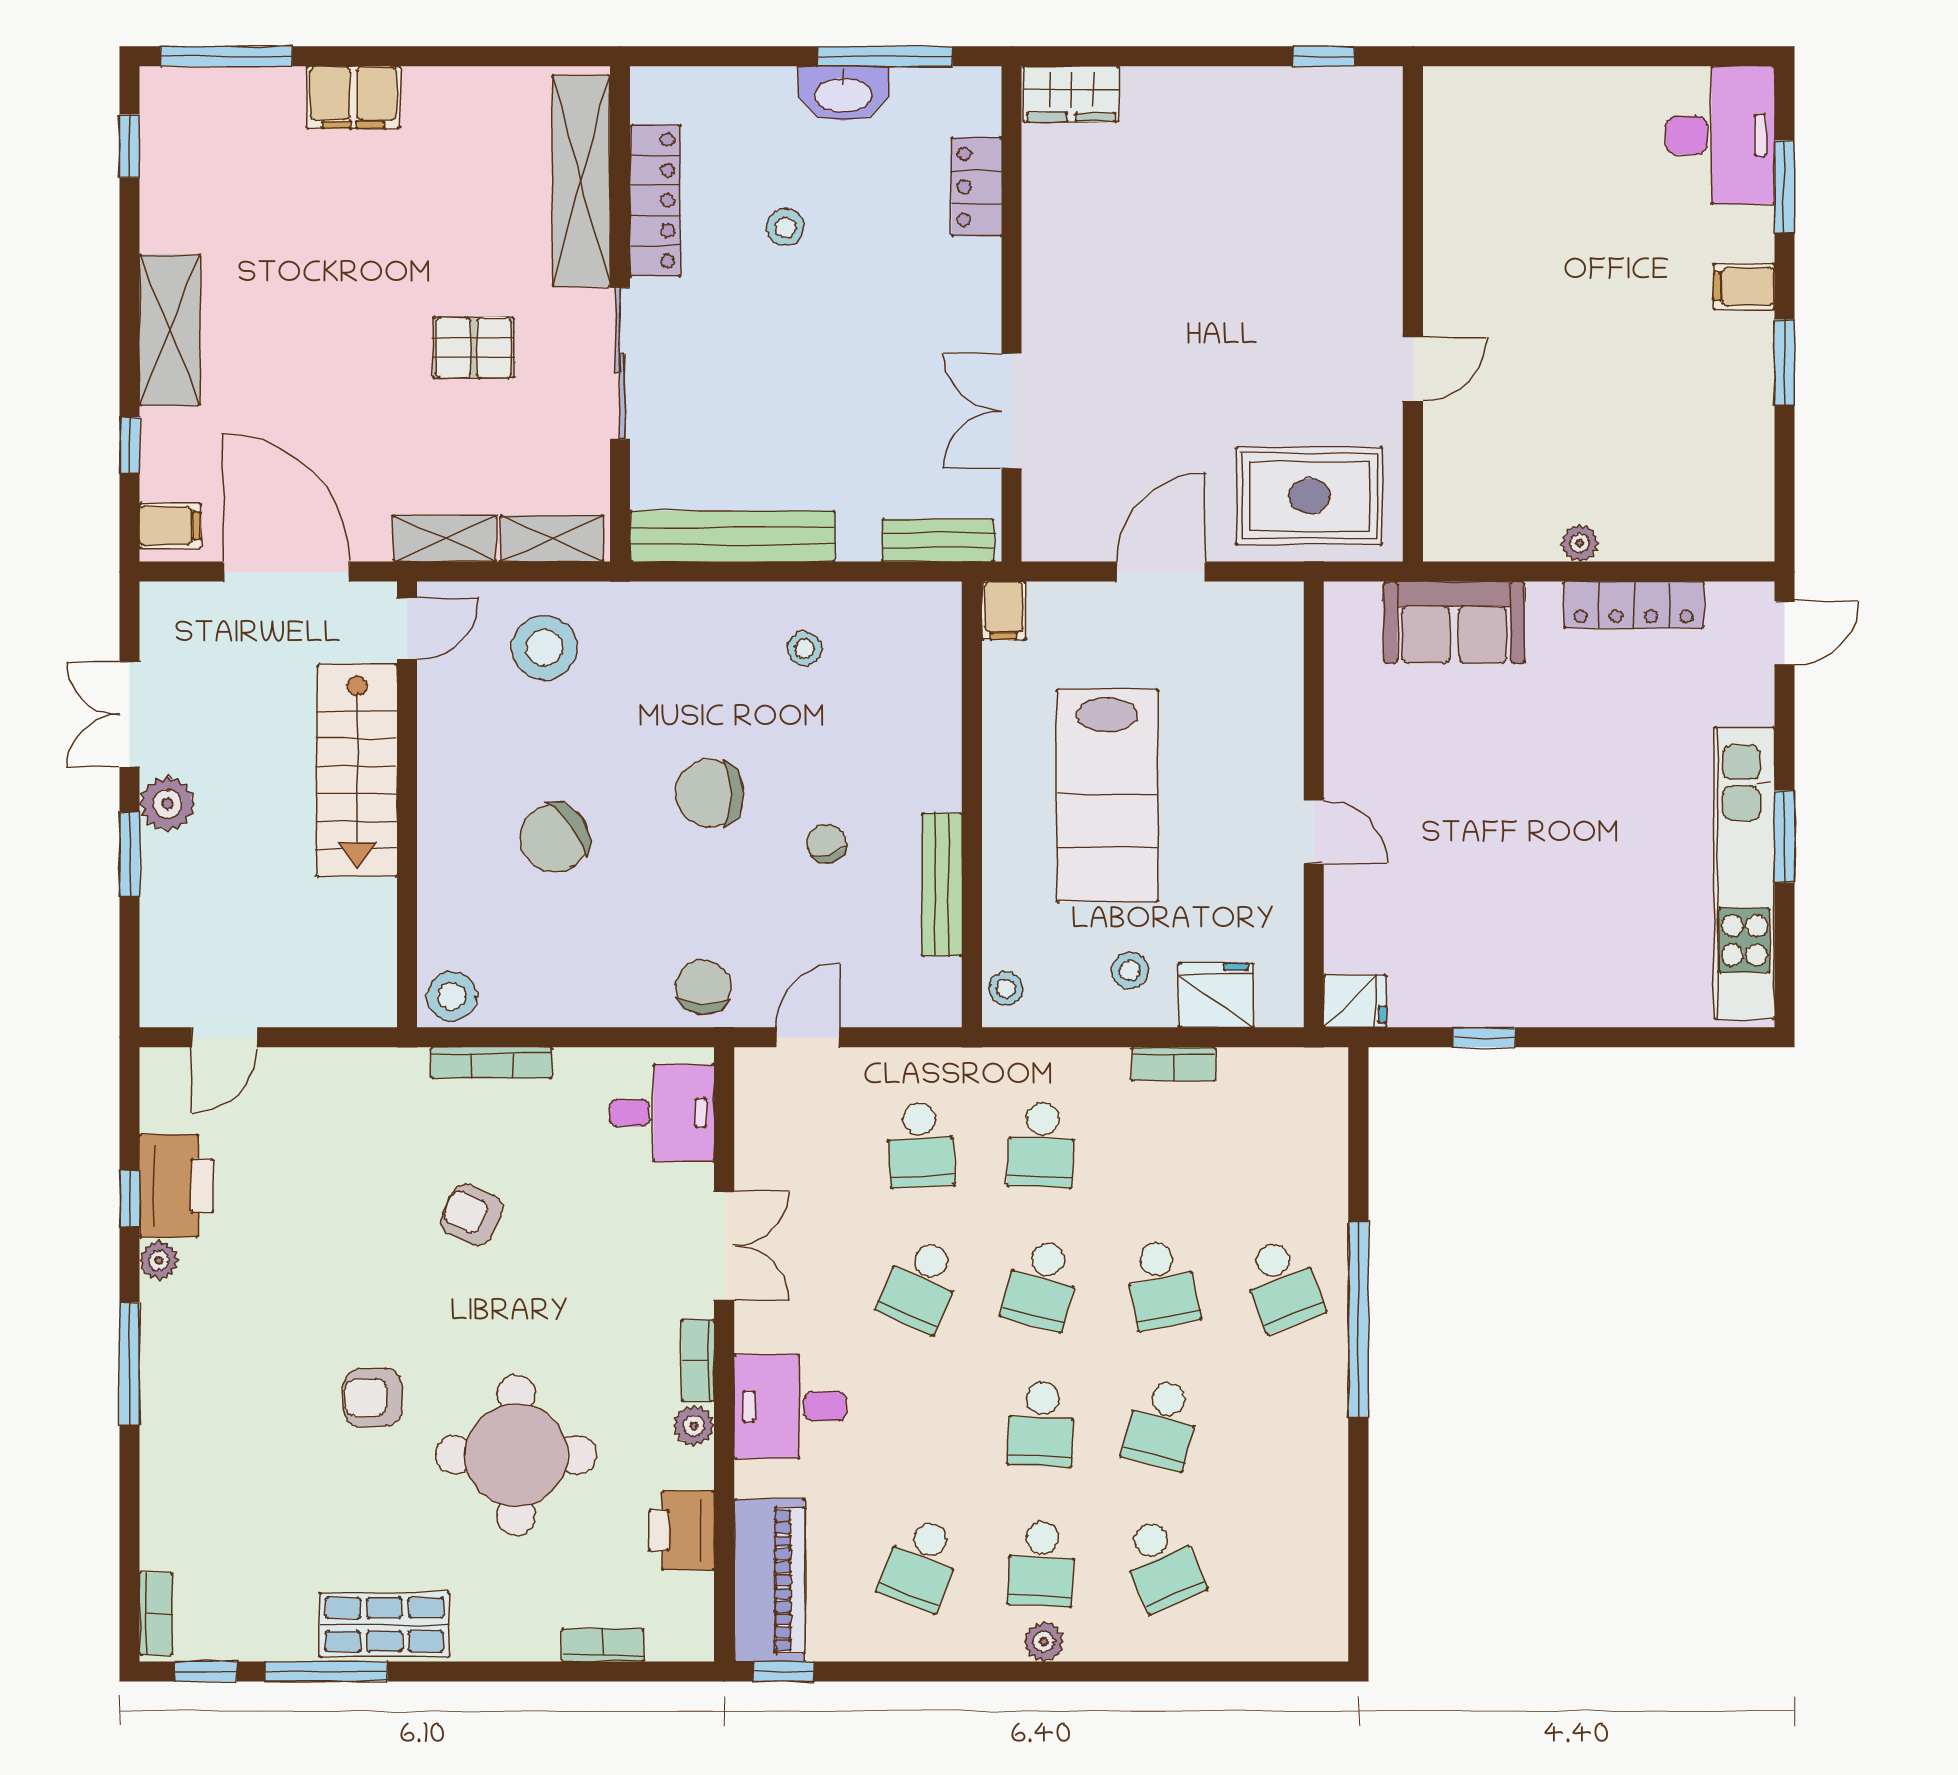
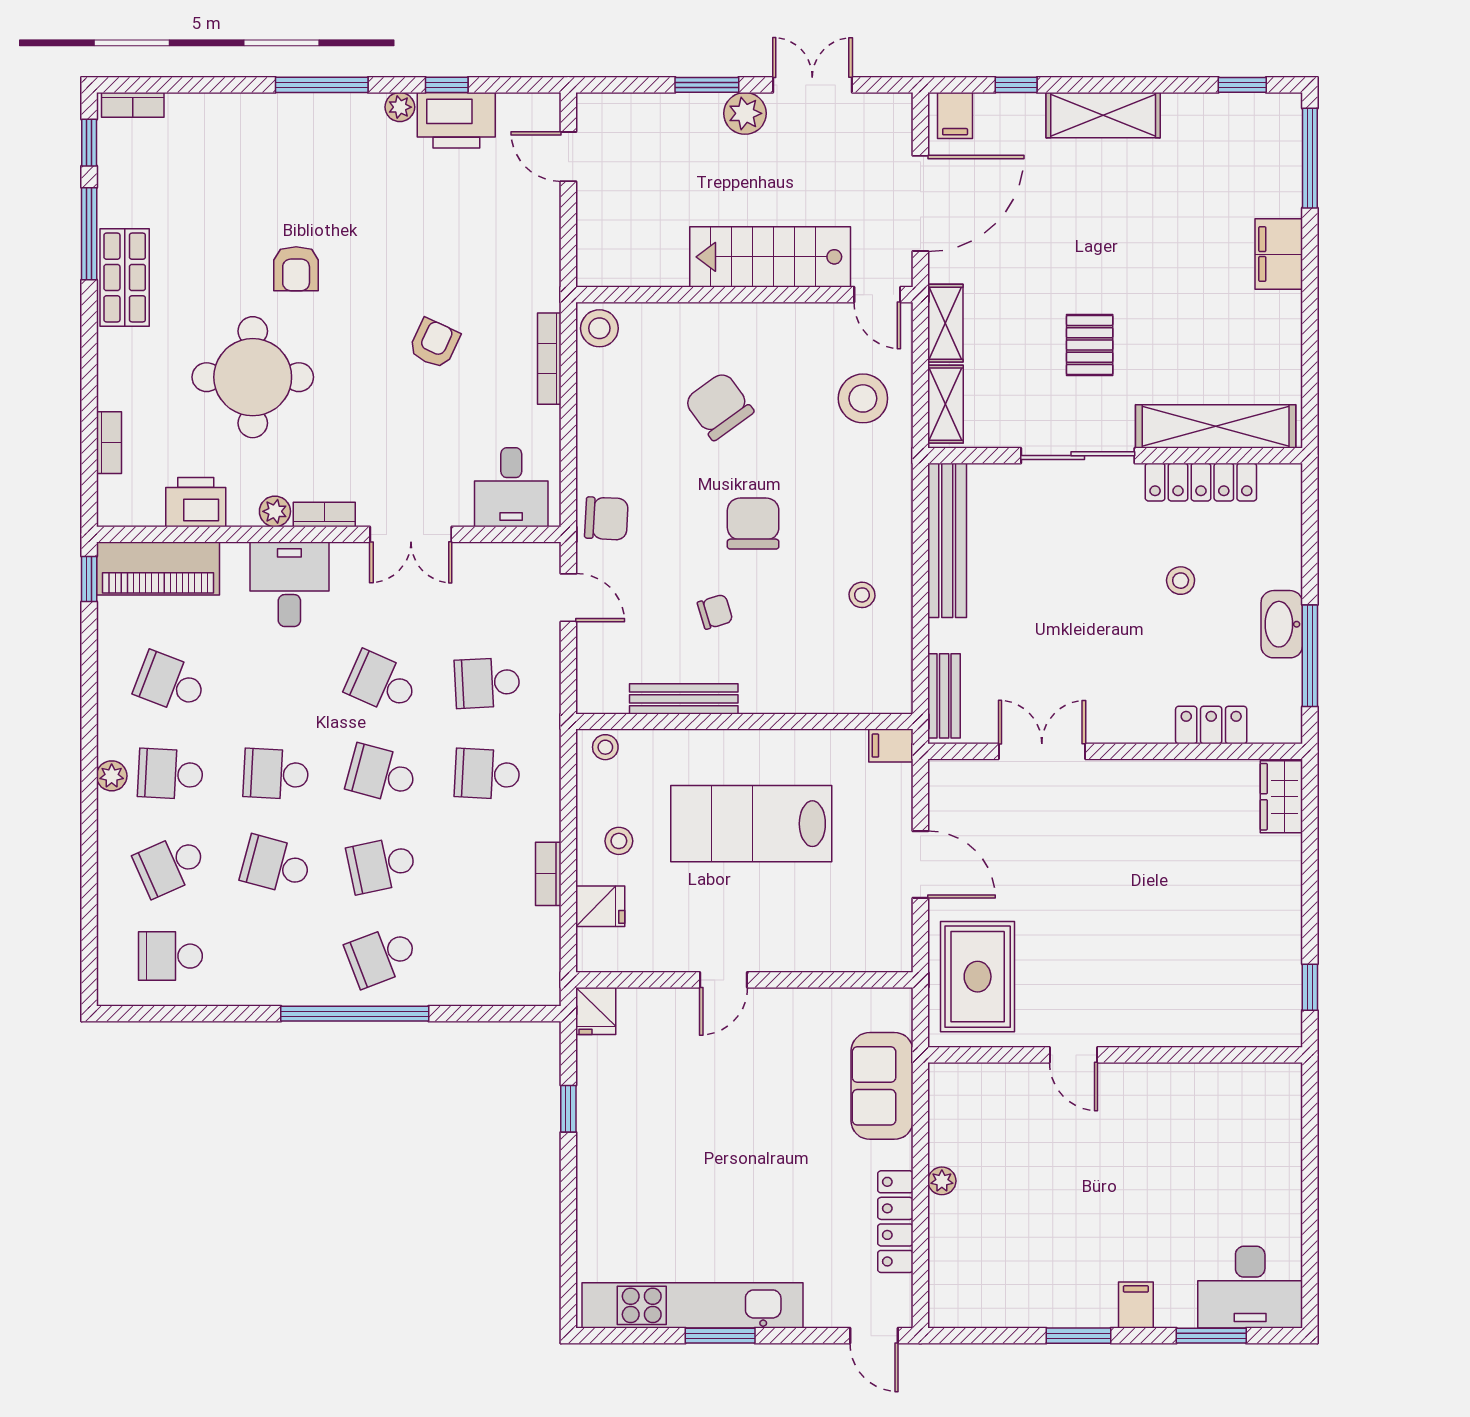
fridge: (1216, 995) -> (600, 906), width x0.72
armchair: (373, 1398) -> (296, 269), turned 180
school desk: (1282, 1564) -> (170, 956), added

